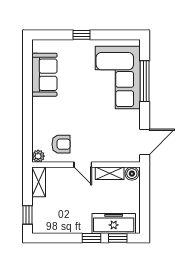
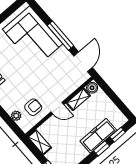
window: (145, 81) -> (60, 36), moved
plant: (38, 156) -> (16, 116), moved
freezer: (114, 224) -> (98, 136), moved

